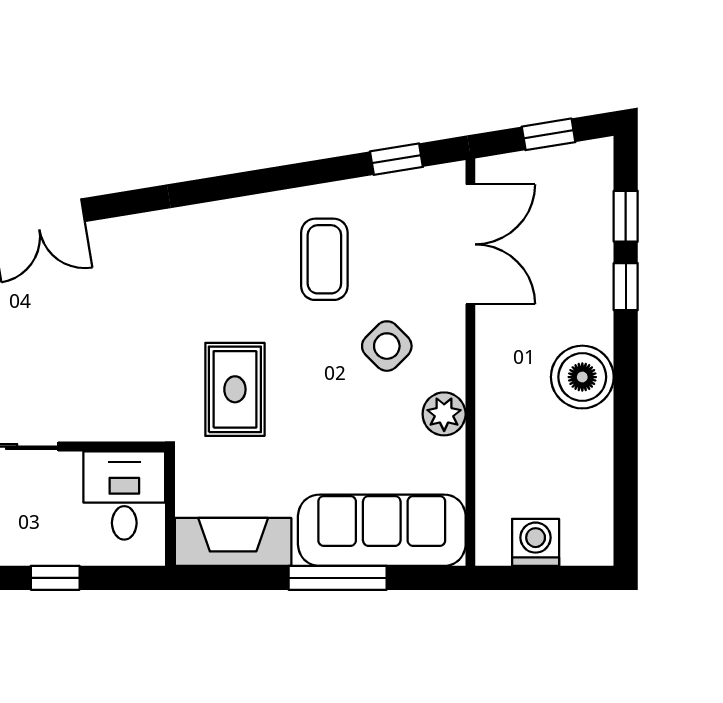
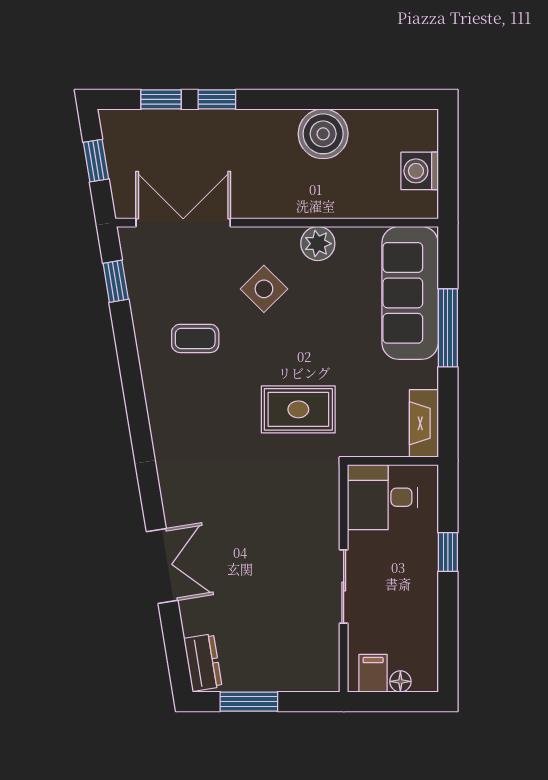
coffee table: (324, 259) -> (195, 338), width x0.73, depth x0.77
boiler: (582, 377) -> (323, 134), moved
fireplace: (233, 542) -> (424, 423), width x0.73, depth x0.76

